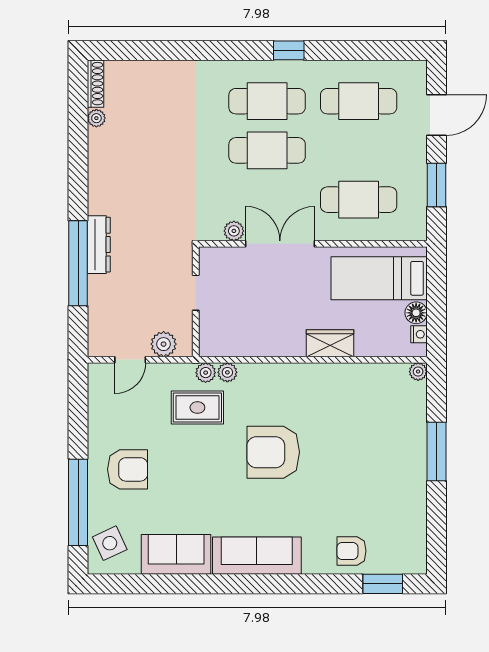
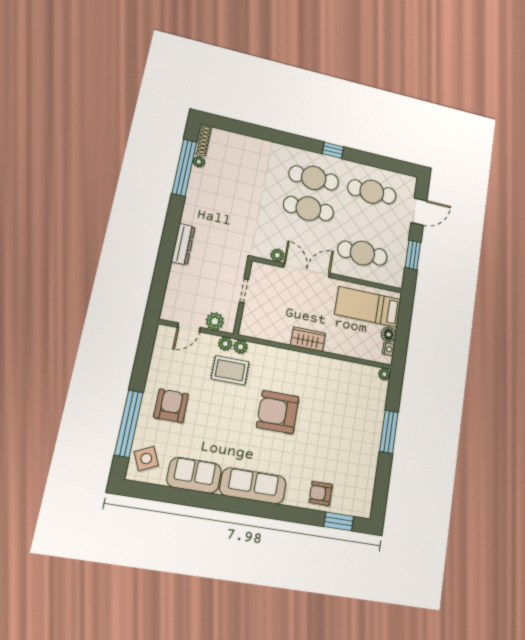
window: (78, 263) -> (184, 168), moved
wardrobe: (330, 343) -> (308, 339), moved
plant: (227, 372) -> (225, 344), moved
armchair: (128, 469) -> (171, 406), turned -90

